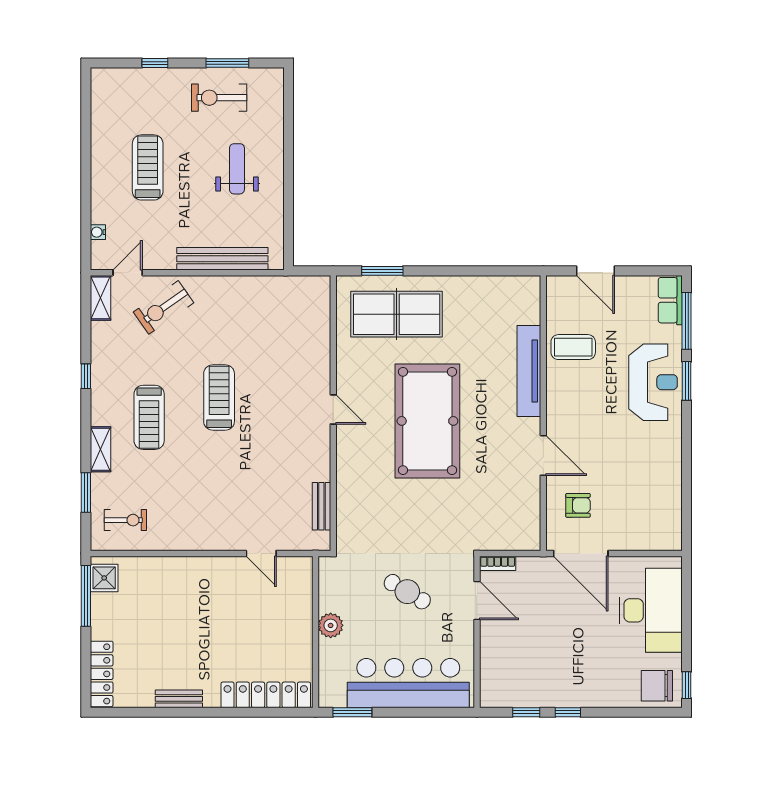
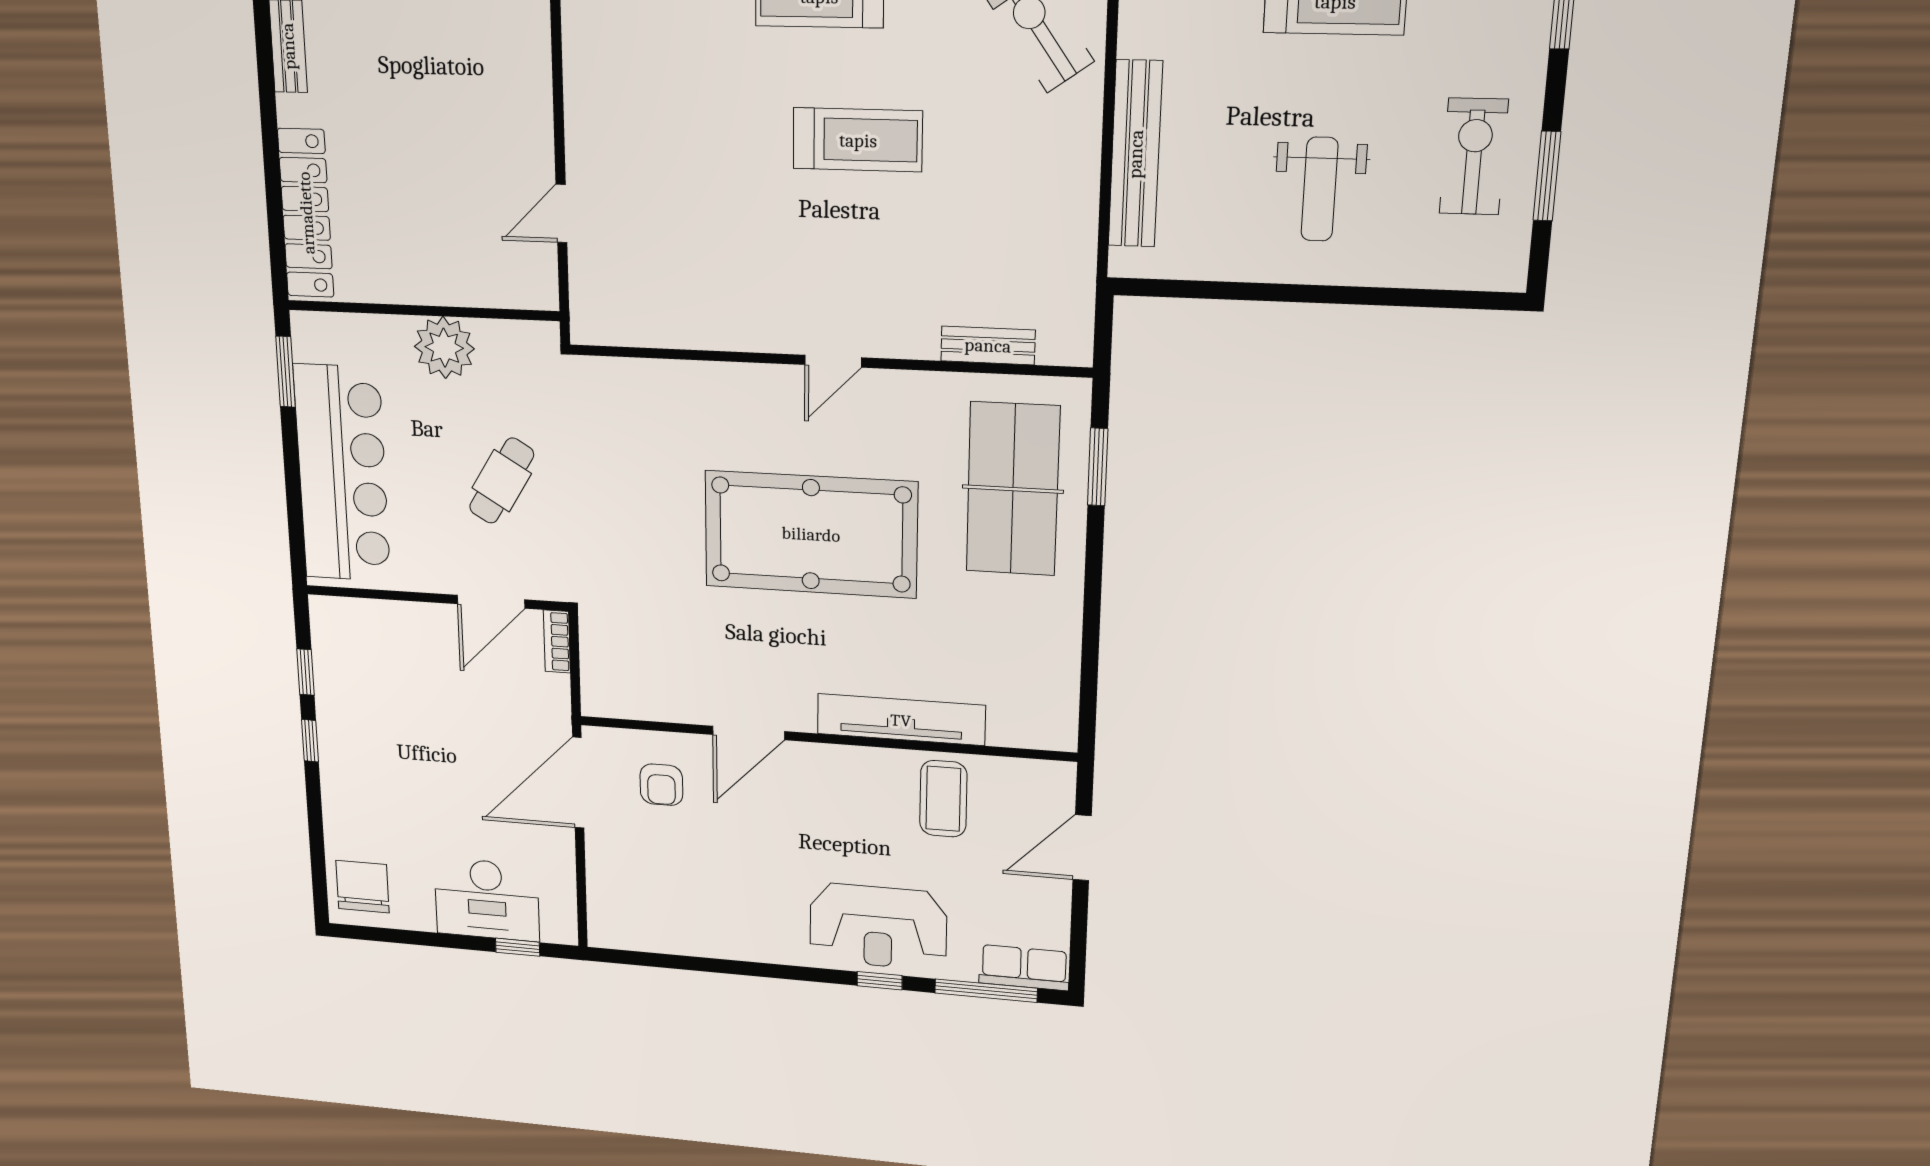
weight bench: (237, 169) -> (1320, 189), turned 90
window: (687, 381) -> (880, 981), width x0.67
bench: (321, 506) -> (988, 345), moved
desk: (651, 610) -> (487, 899), width x0.73, depth x0.77
plant: (331, 625) -> (444, 348), width x1.36, depth x1.36
window: (687, 685) -> (518, 947), moved

